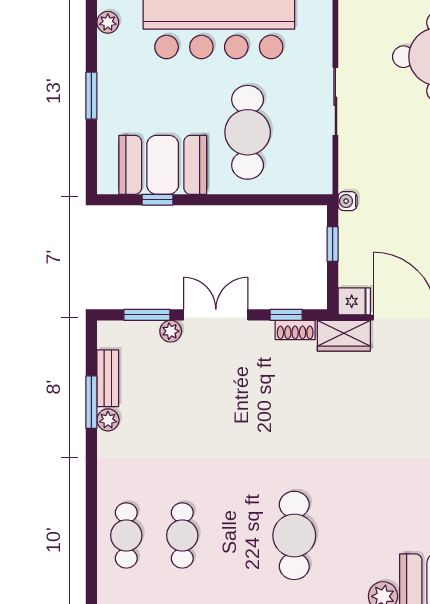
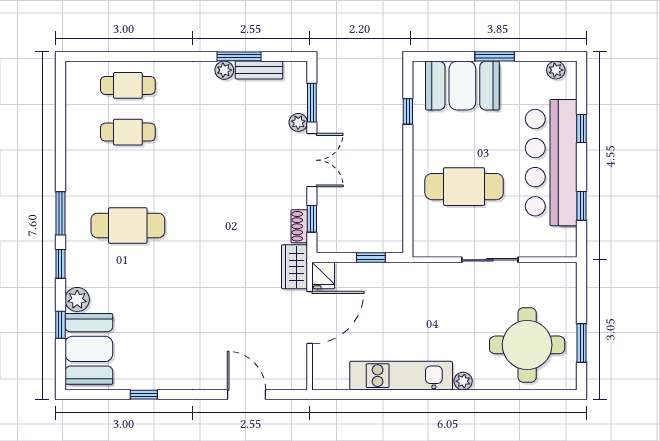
booth: (163, 165) -> (462, 86), moved, turned 90
water cooler: (348, 201) -> (407, 270), removed

